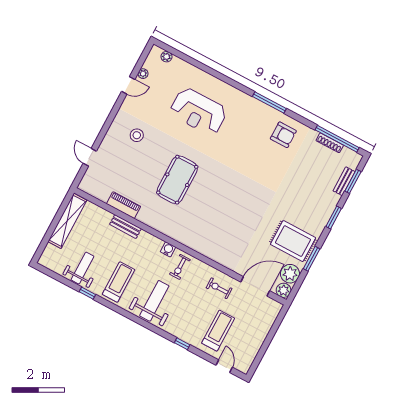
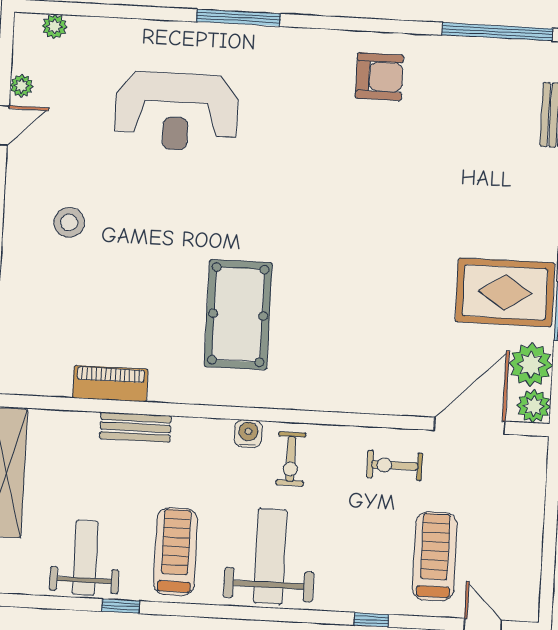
window: (269, 103) -> (238, 18), moved
shoe rack: (330, 143) -> (486, 48), removed
pool table: (177, 180) -> (238, 315), moved

